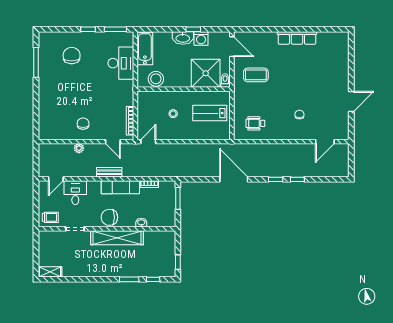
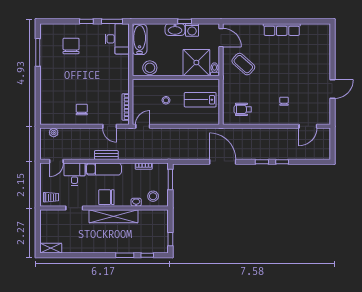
desk: (121, 63) -> (117, 39), moved
coffee table: (256, 75) -> (243, 64), turned 42
plant: (79, 148) -> (54, 133), moved
exam couch: (120, 187) -> (104, 169), moved
stool: (159, 216) -> (153, 196), added

